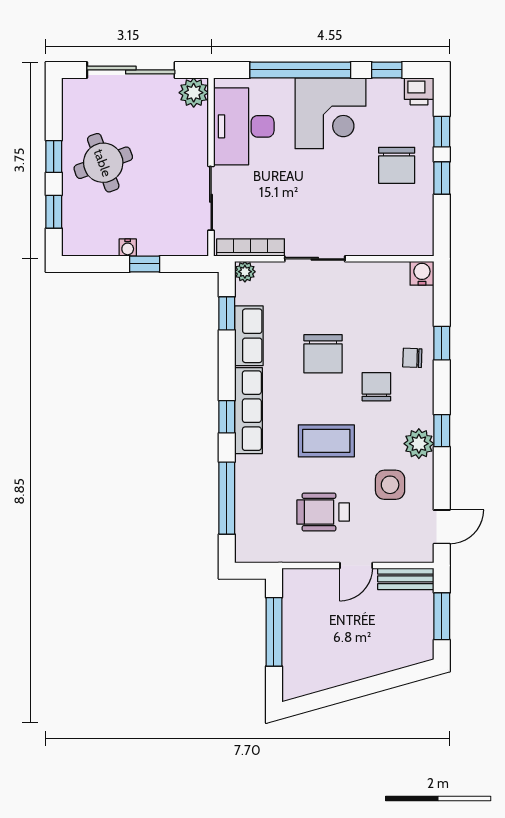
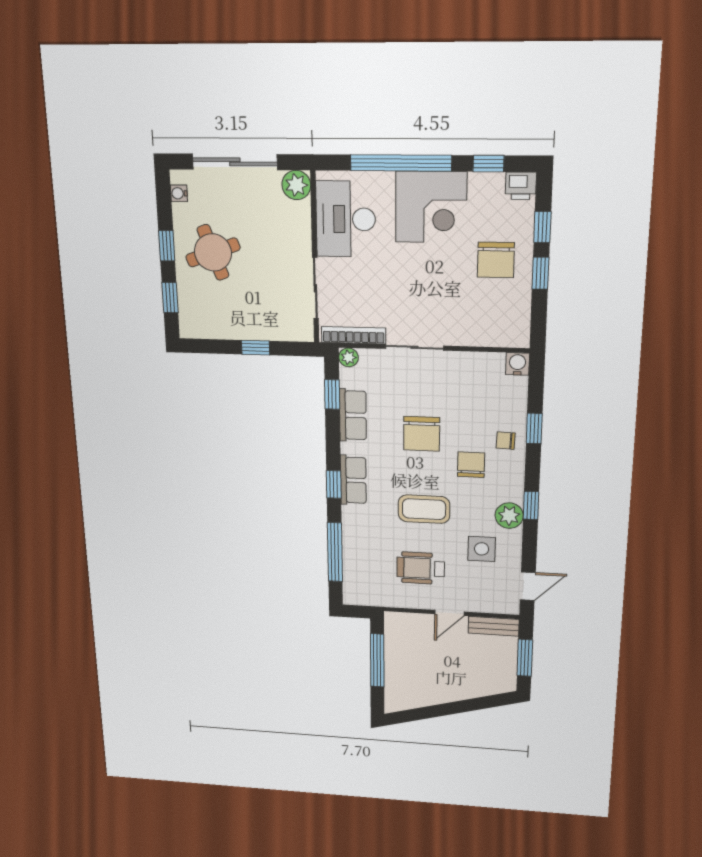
water cooler: (128, 248) -> (179, 193), moved, turned 90
row of seats: (249, 411) -> (353, 480), width x0.68

